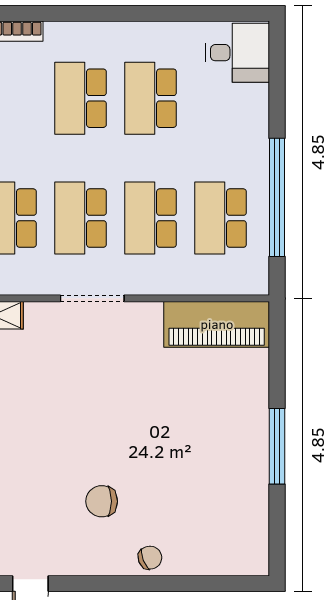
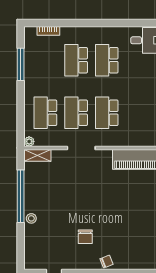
school desk: (221, 218) -> (137, 113), removed
chair: (102, 501) -> (85, 237), turned -90

